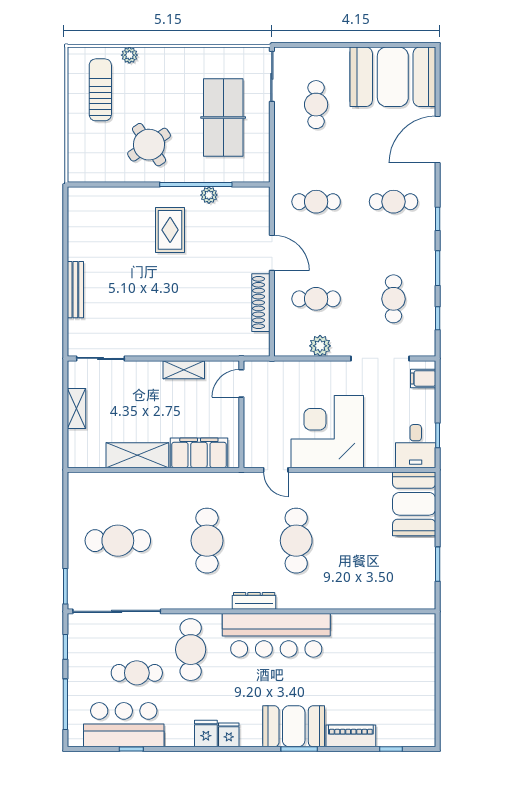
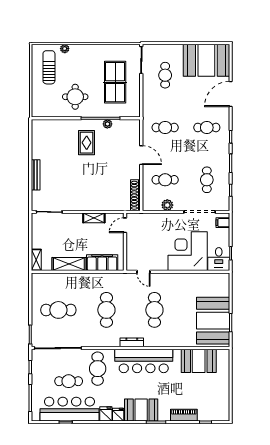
round table: (149, 145) -> (75, 97), turned 34
shoe rack: (261, 303) -> (135, 195), moved
shelving: (77, 409) -> (36, 260), moved
corner desk: (327, 432) -> (188, 251), moved
booth: (414, 504) -> (213, 321), moved, width x1.36, depth x1.42
booth: (378, 635) -> (199, 361), added
bar counter: (124, 725) -> (69, 409), width x1.36
booth: (294, 726) -> (141, 410), moved

